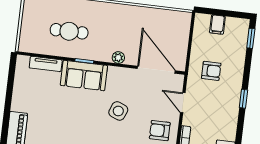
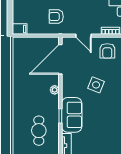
filing cabinet: (217, 25) -> (20, 29), moved
armchair: (211, 71) -> (56, 17), turned -90
door: (183, 103) -> (83, 36), hinge flipped

